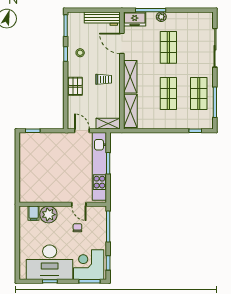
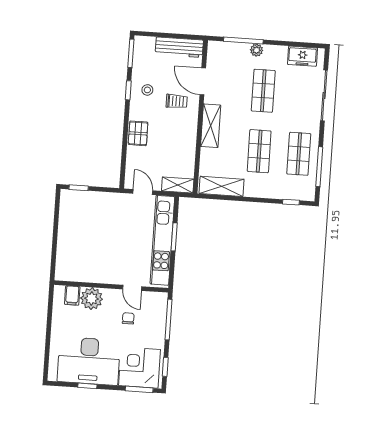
freezer: (135, 19) -> (302, 56), moved
trolley: (104, 79) -> (177, 101), moved
shelving: (130, 111) -> (222, 186), moved, turned 90

